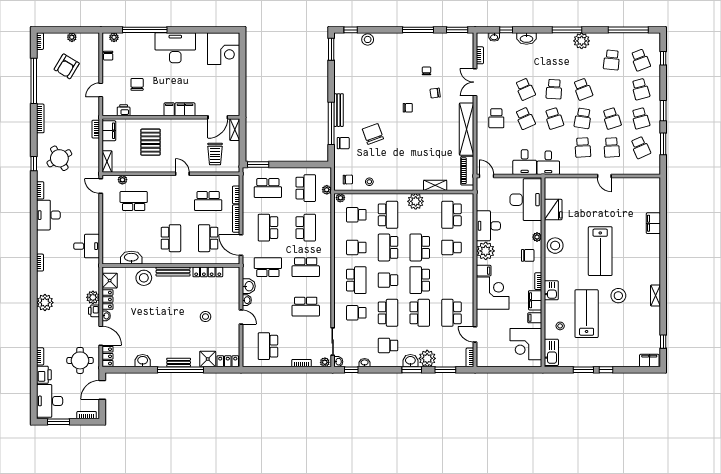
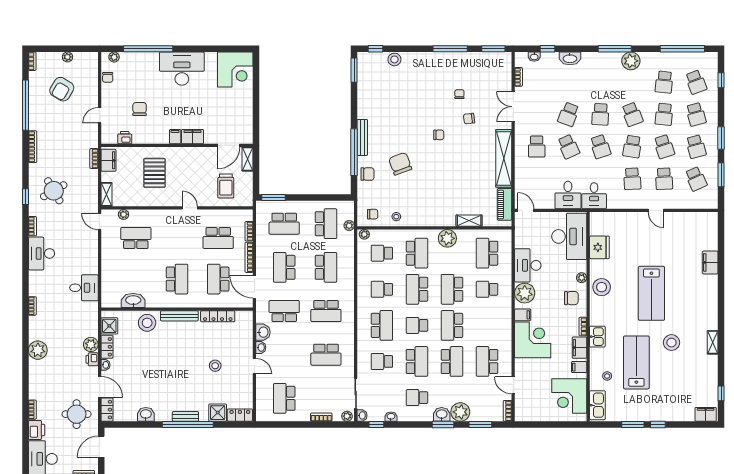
school desk: (525, 89) -> (568, 114), turned 45
school desk: (612, 89) -> (664, 114), added

